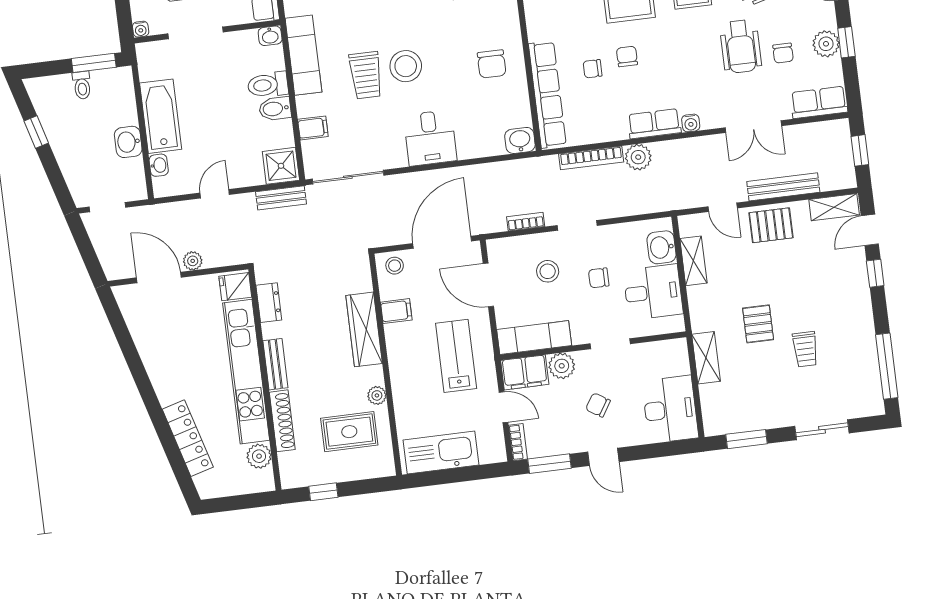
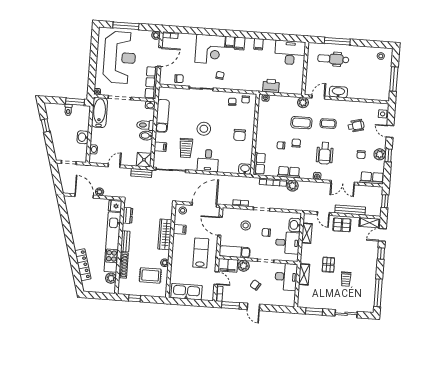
wheelchair: (741, 46) -> (325, 153), moved
trolley: (366, 75) -> (186, 148), moved
row of seats: (547, 95) -> (259, 163), width x0.50
bathtub: (161, 116) -> (99, 112), moved
row of seats: (654, 124) -> (289, 172), moved
desk: (670, 409) -> (286, 277), moved

